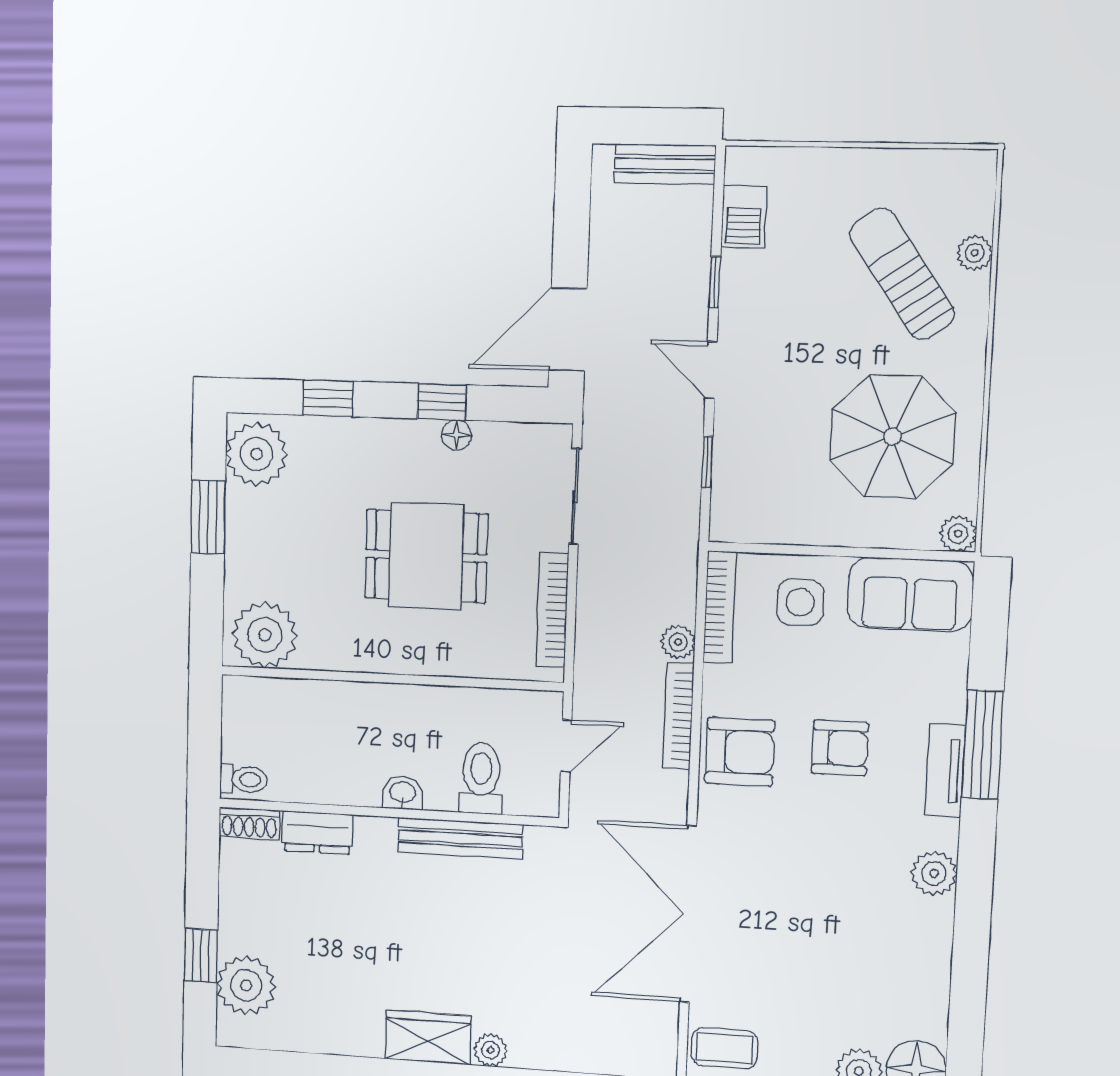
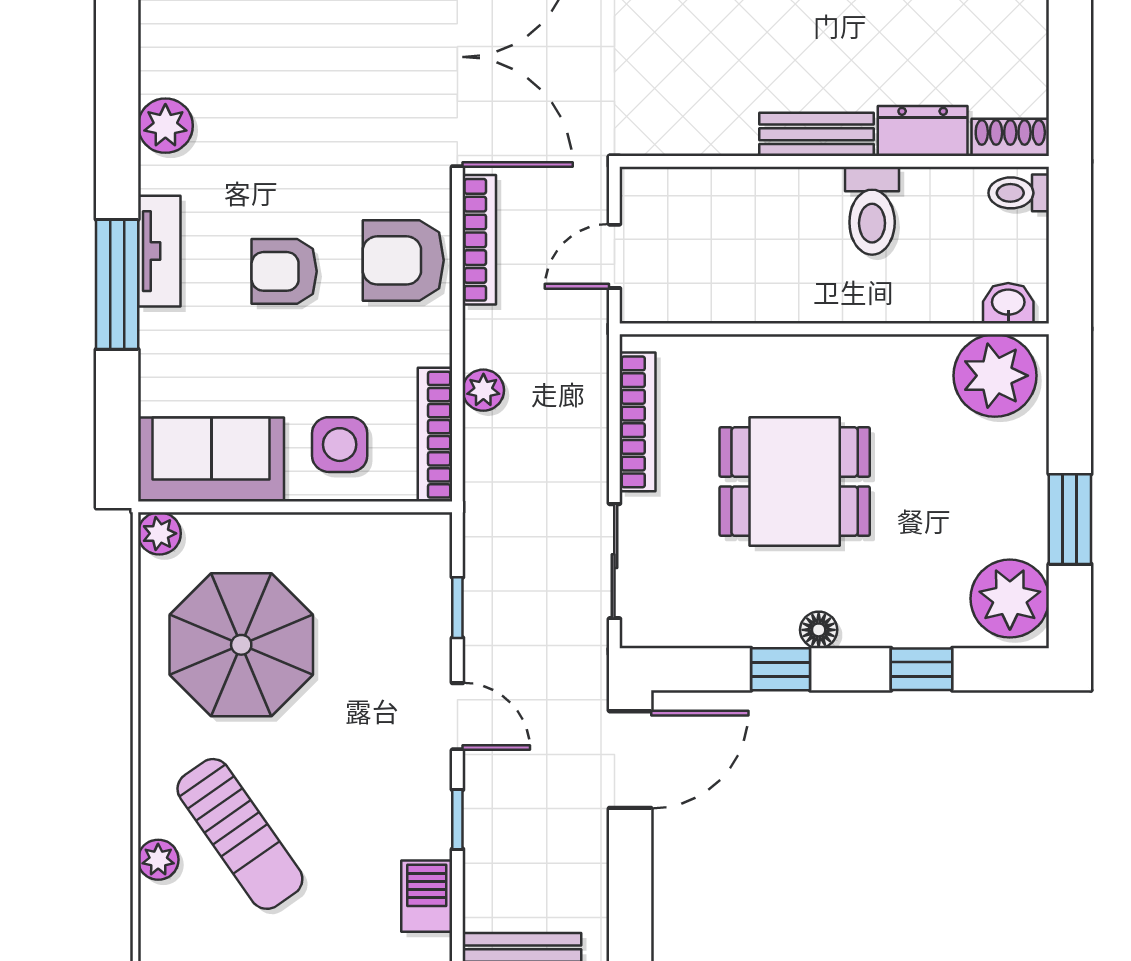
floor lamp: (456, 435) -> (819, 630), moved
bookcase: (678, 716) -> (479, 240), moved
toilet: (481, 778) -> (872, 211), moved
washbasin: (403, 793) -> (1008, 303), moved, turned 180
bench: (460, 838) -> (817, 134), moved, width x0.73

